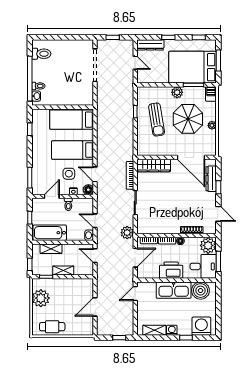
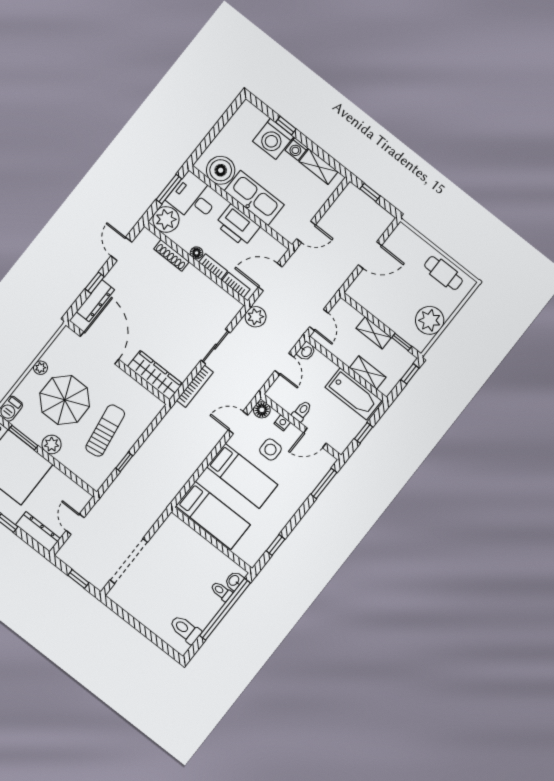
door: (95, 174) -> (238, 422), swing flipped
washing machine: (201, 326) -> (273, 139), moved

